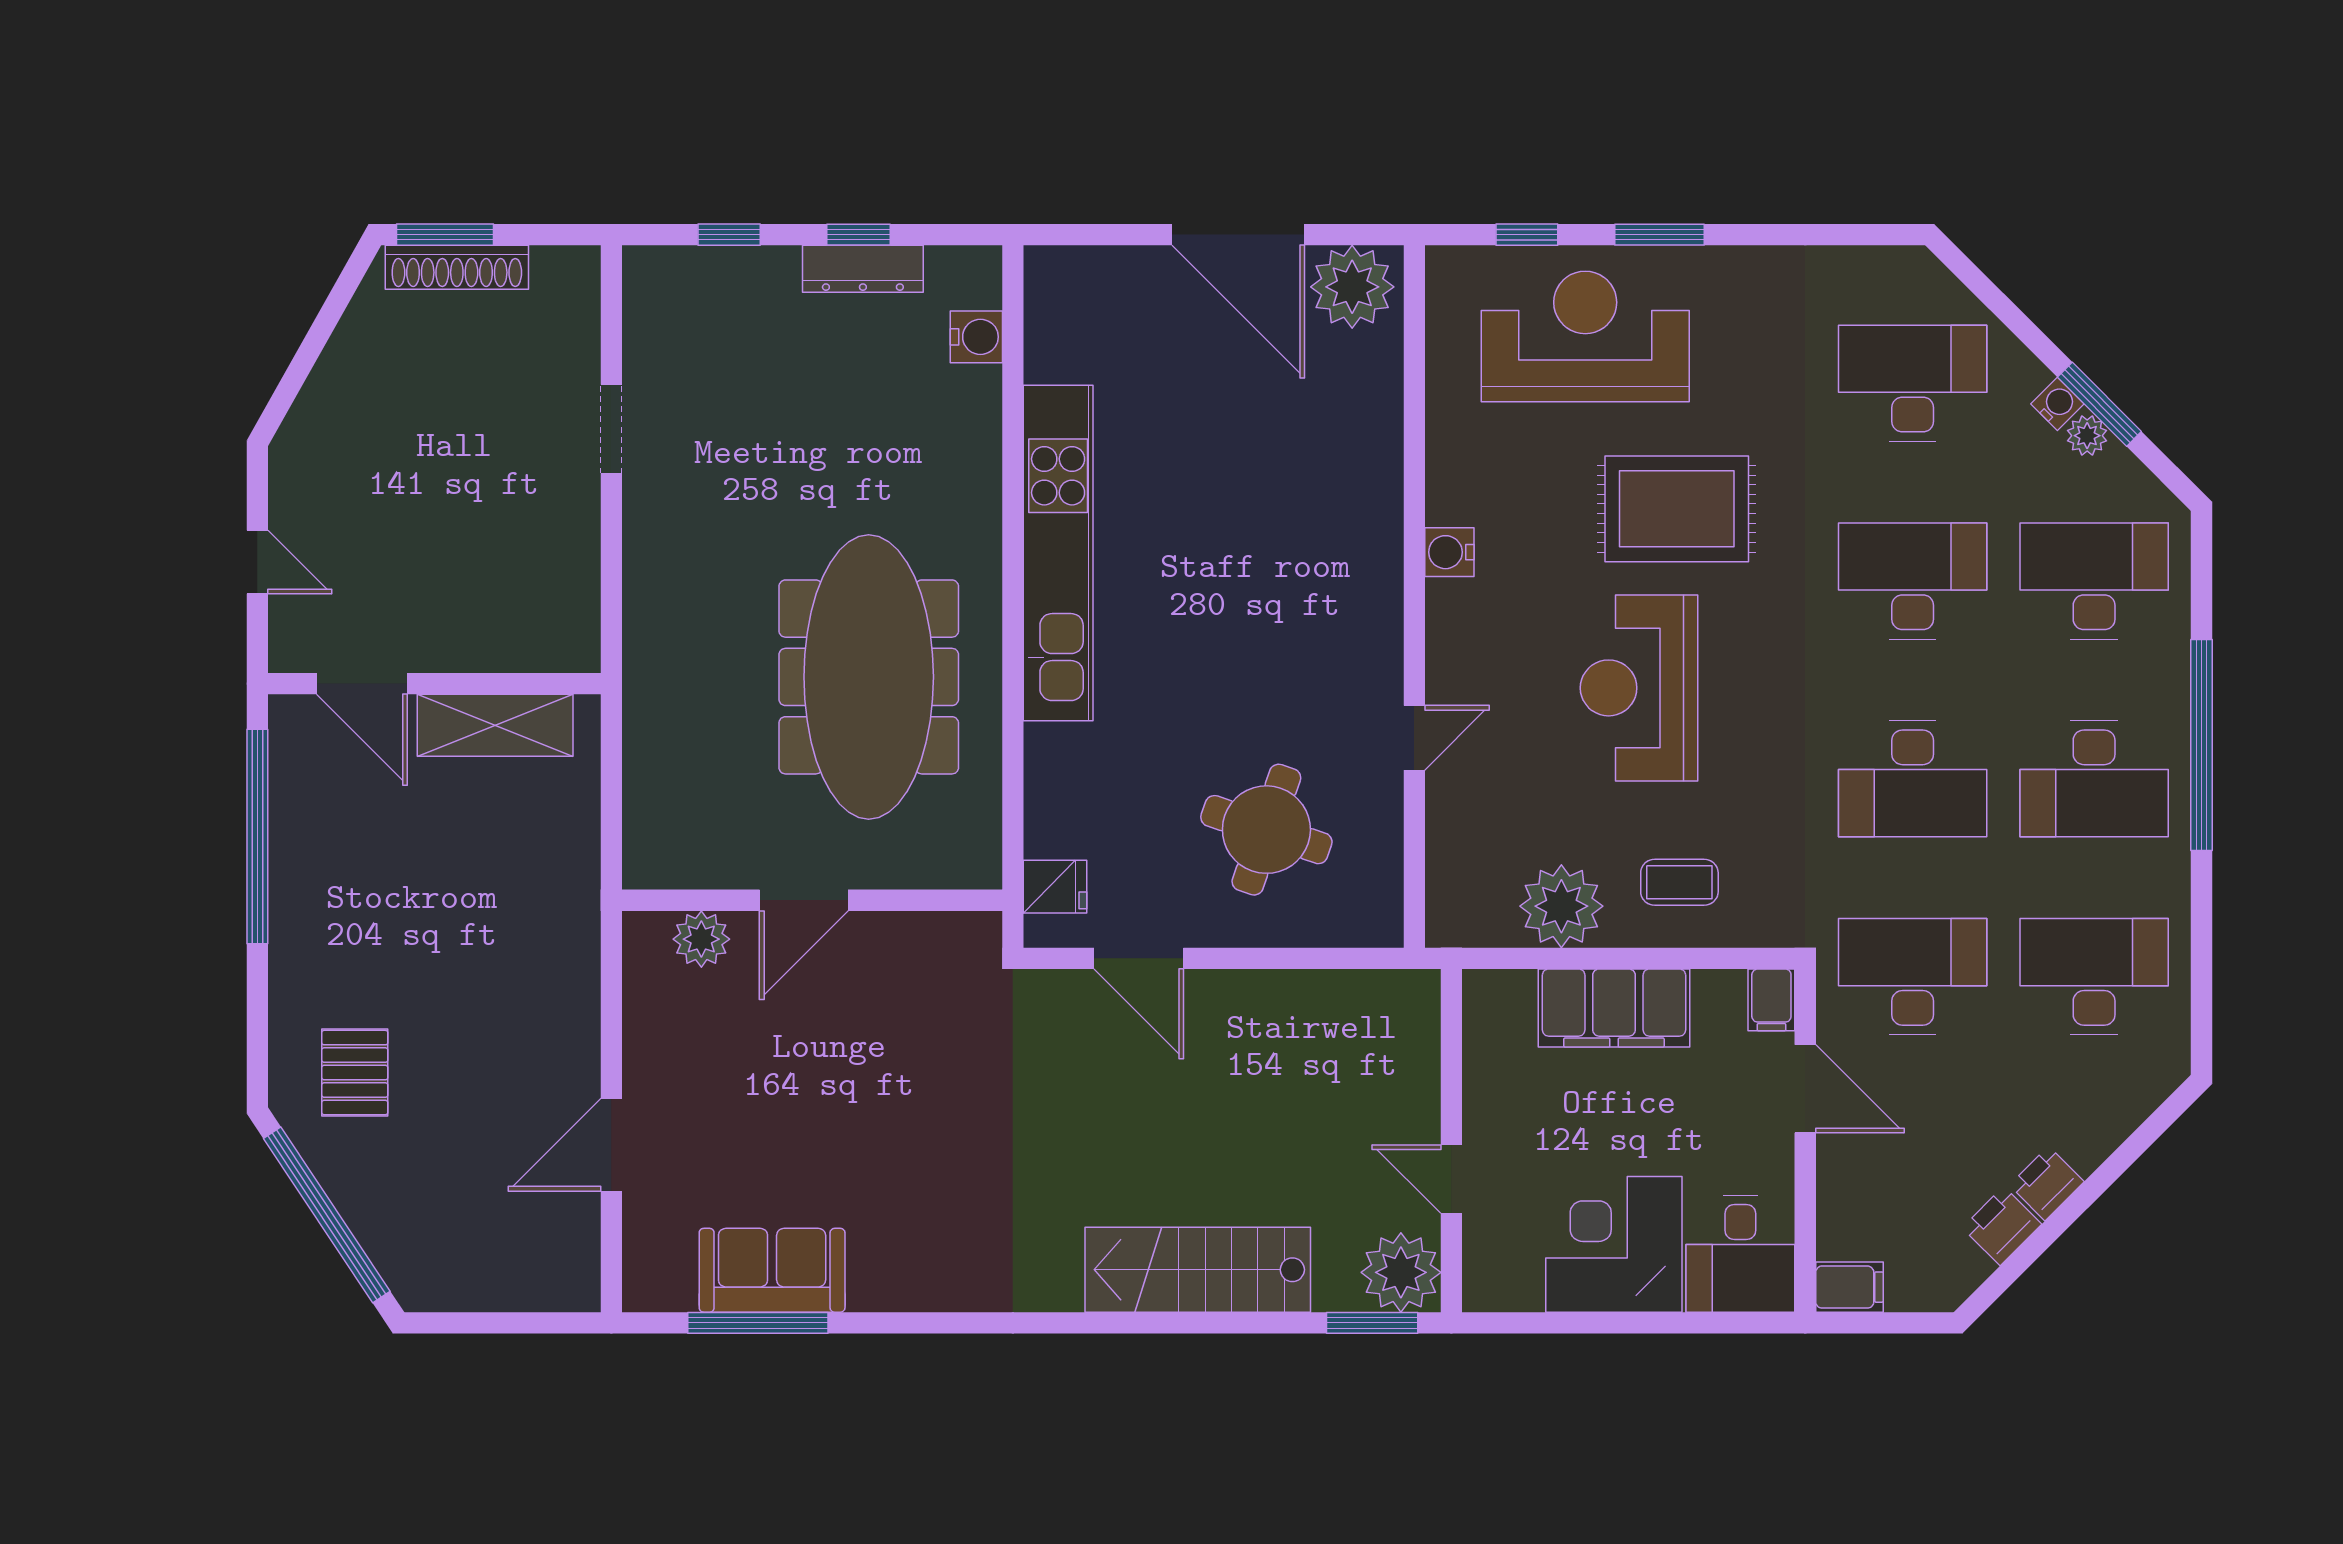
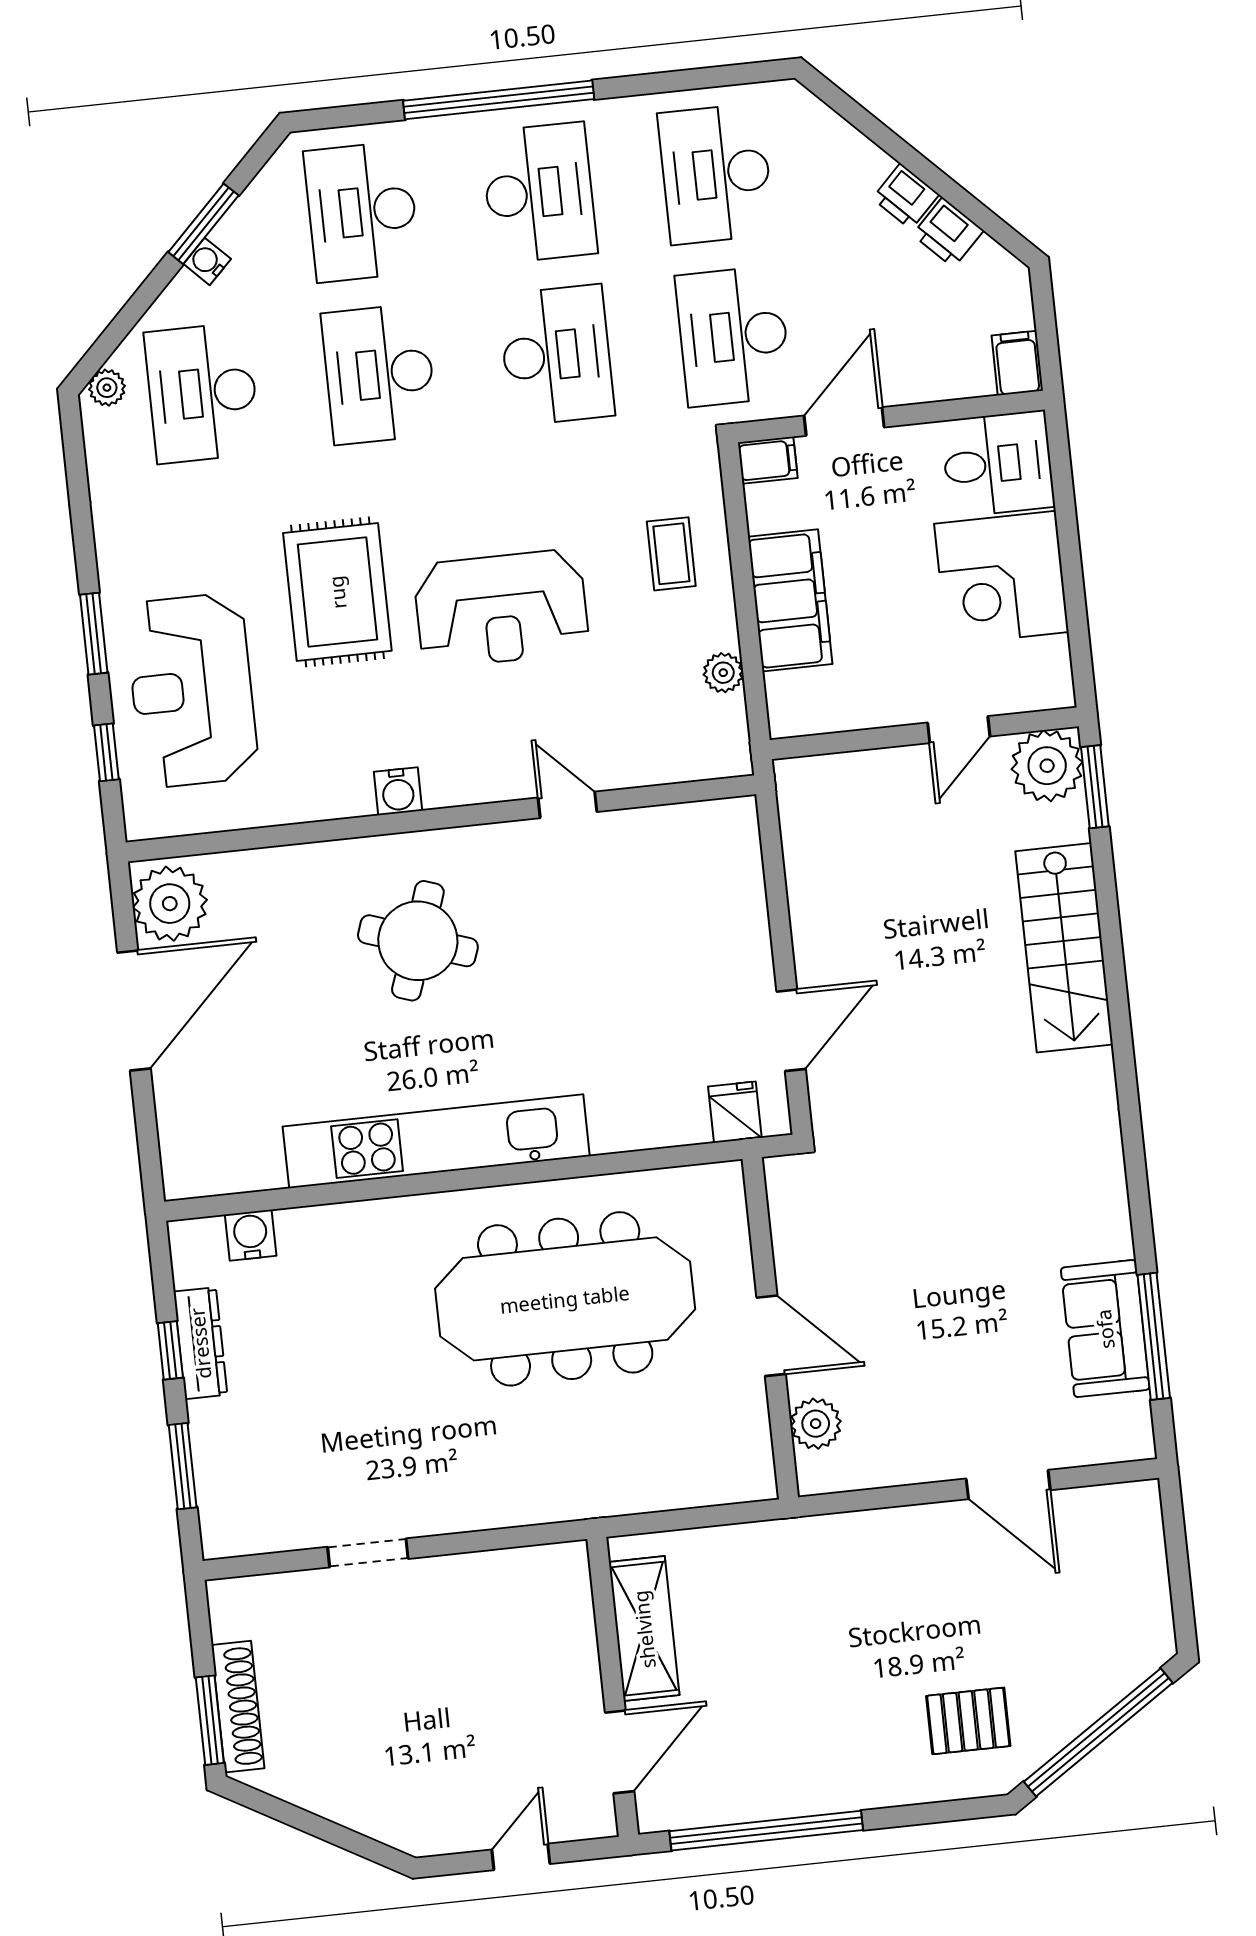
window: (729, 235) -> (183, 1466), width x1.50
plant: (2087, 436) -> (107, 388), moved
round table: (1266, 830) -> (418, 941), moved
plant: (1561, 906) -> (723, 673), width x0.53, depth x0.53

